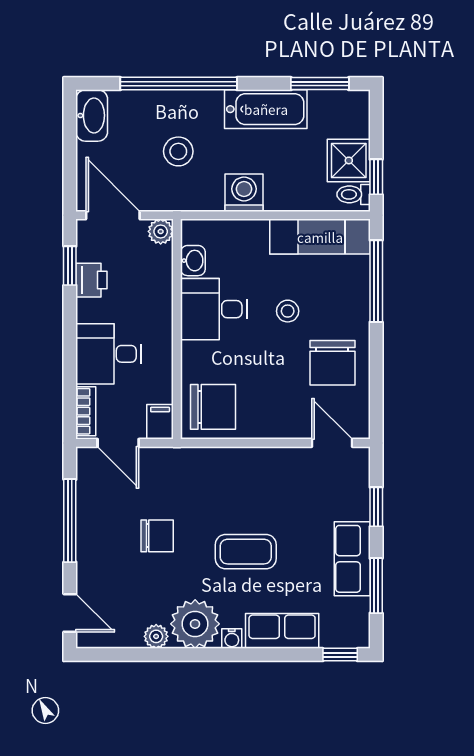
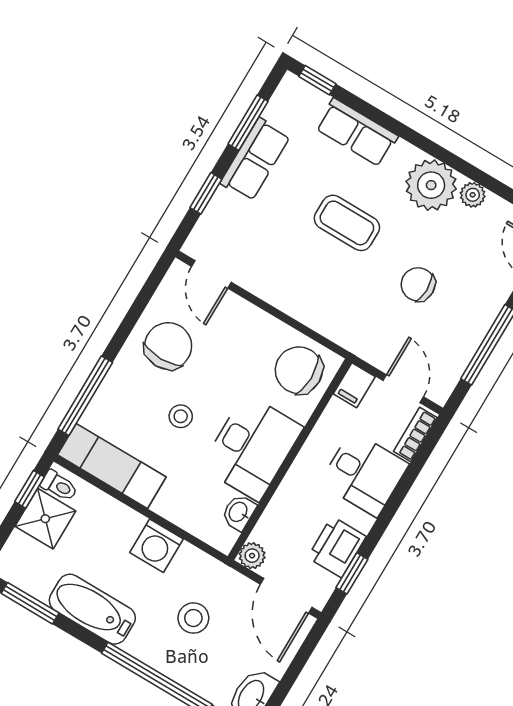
printer: (91, 280) -> (337, 547), width x1.36, depth x1.24
desk: (214, 309) -> (252, 447), width x1.37
water cooler: (232, 638) -> (406, 152), removed

